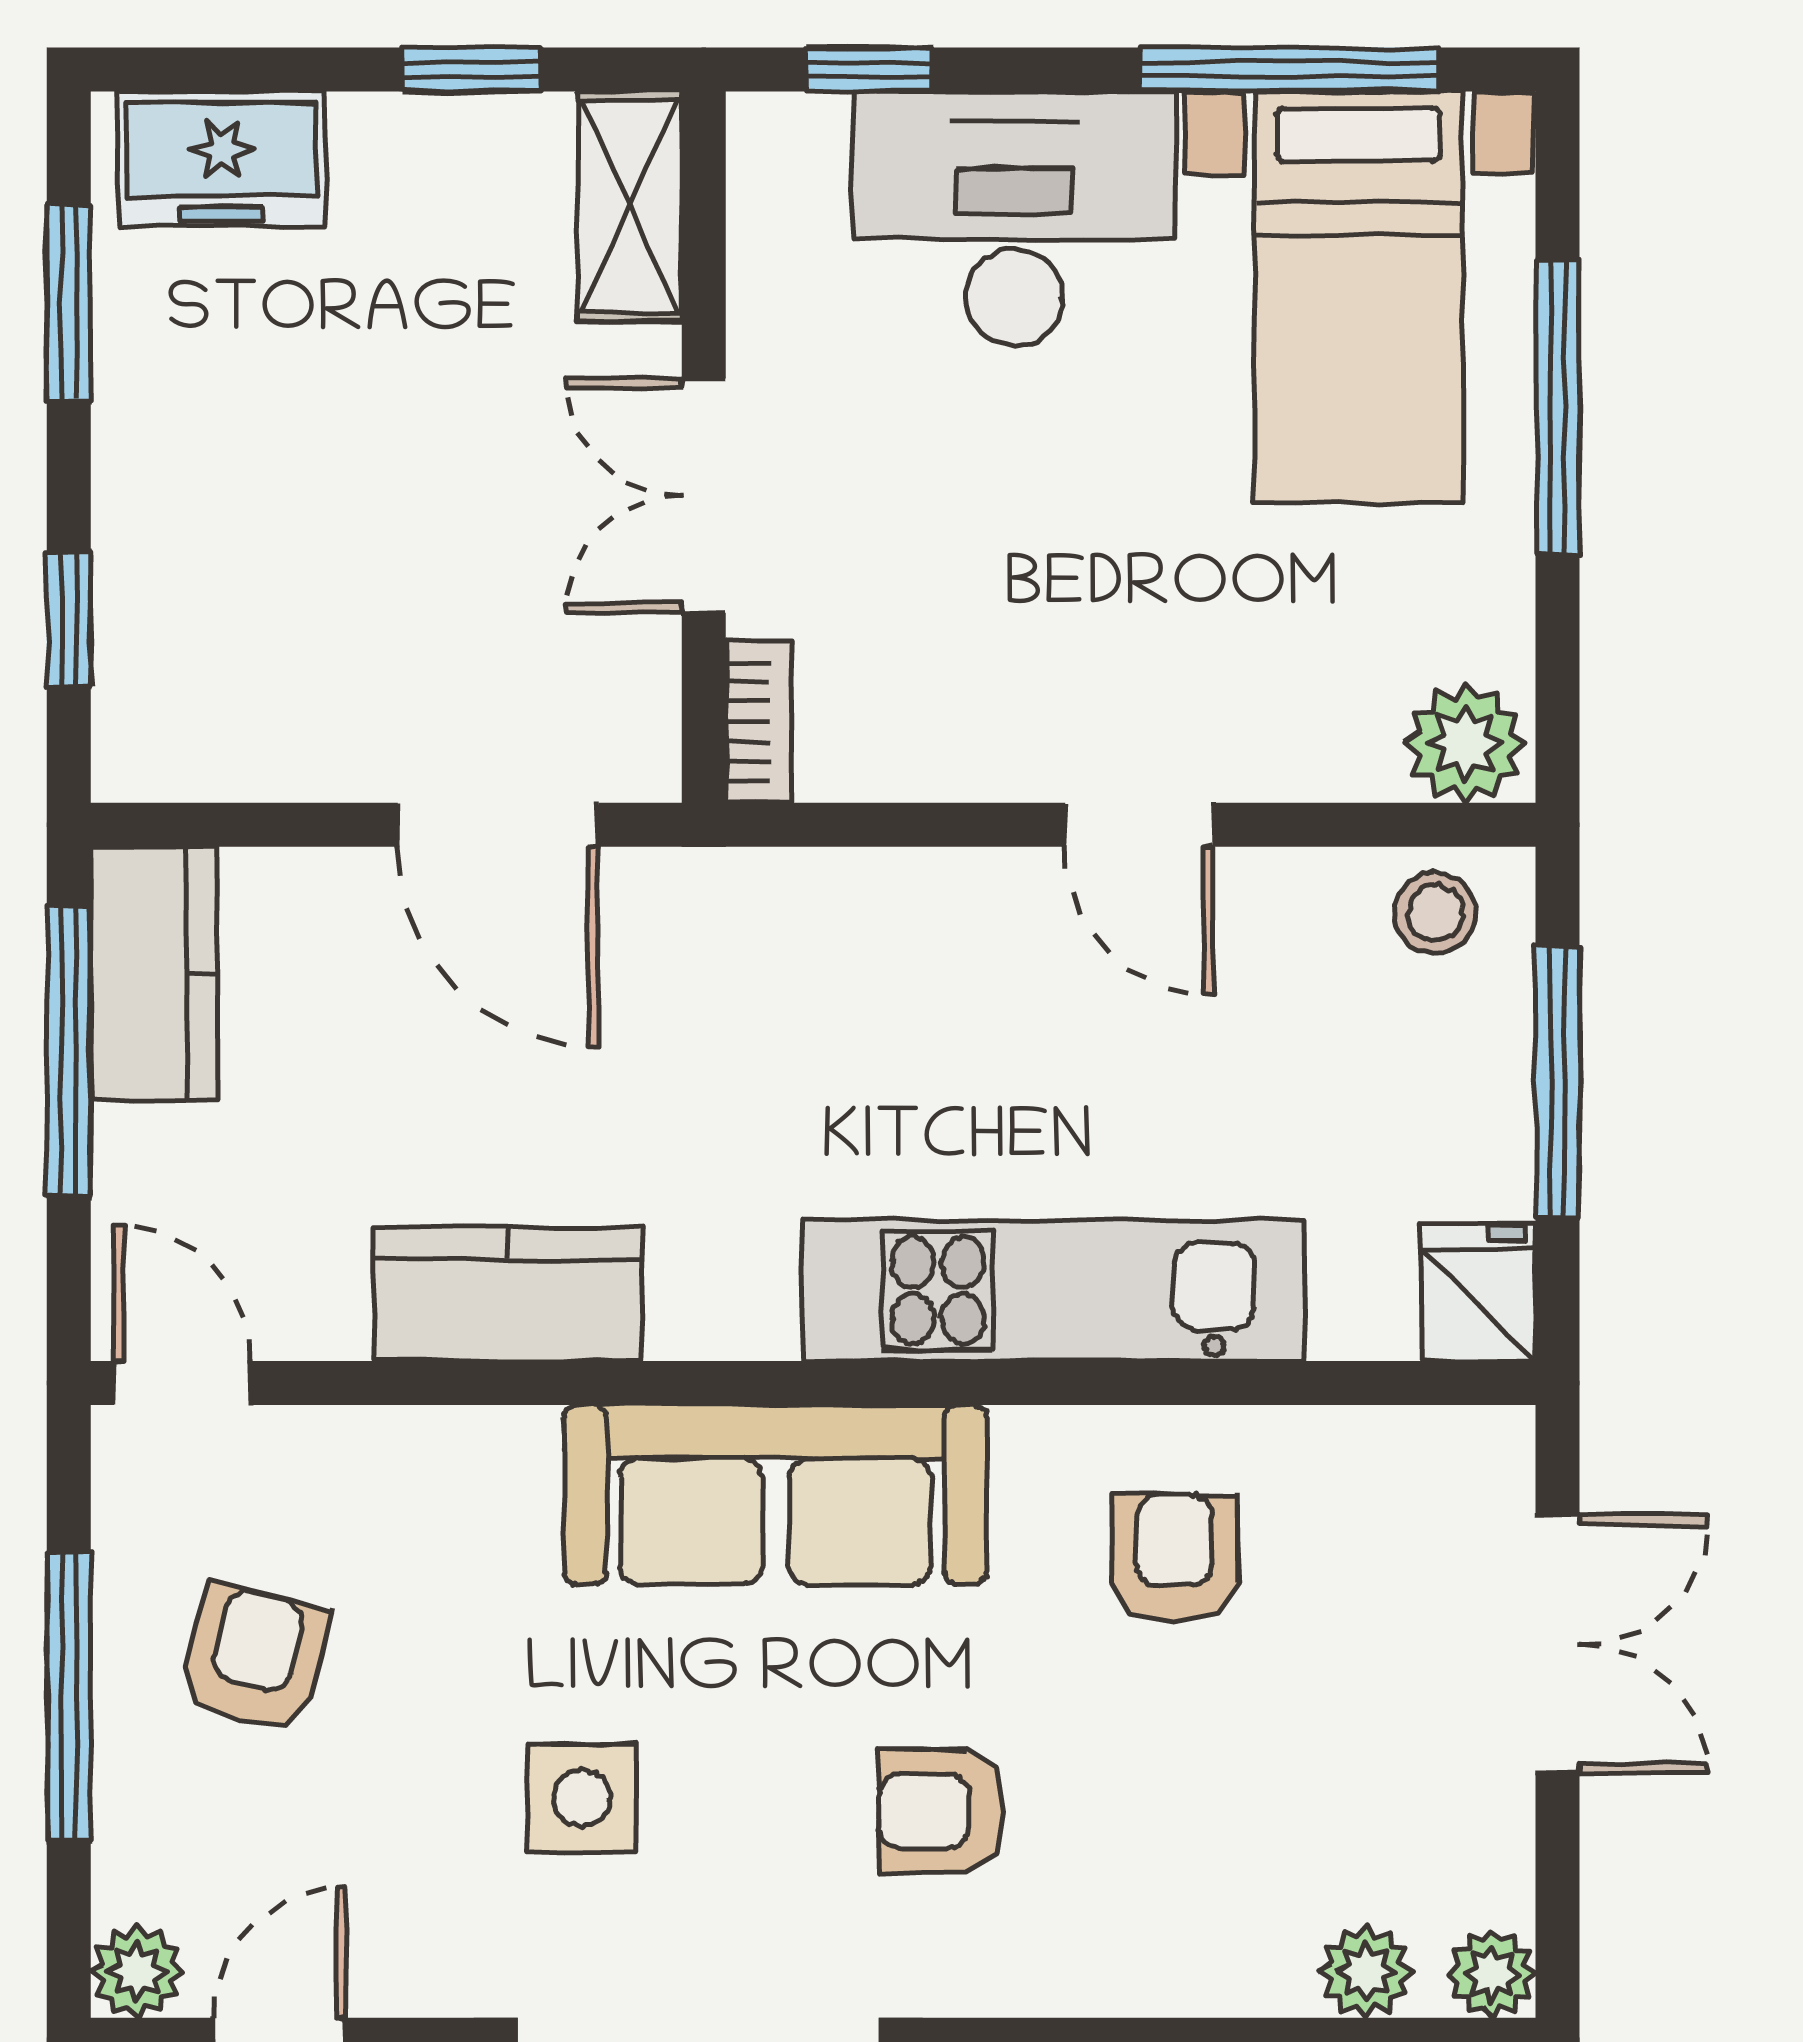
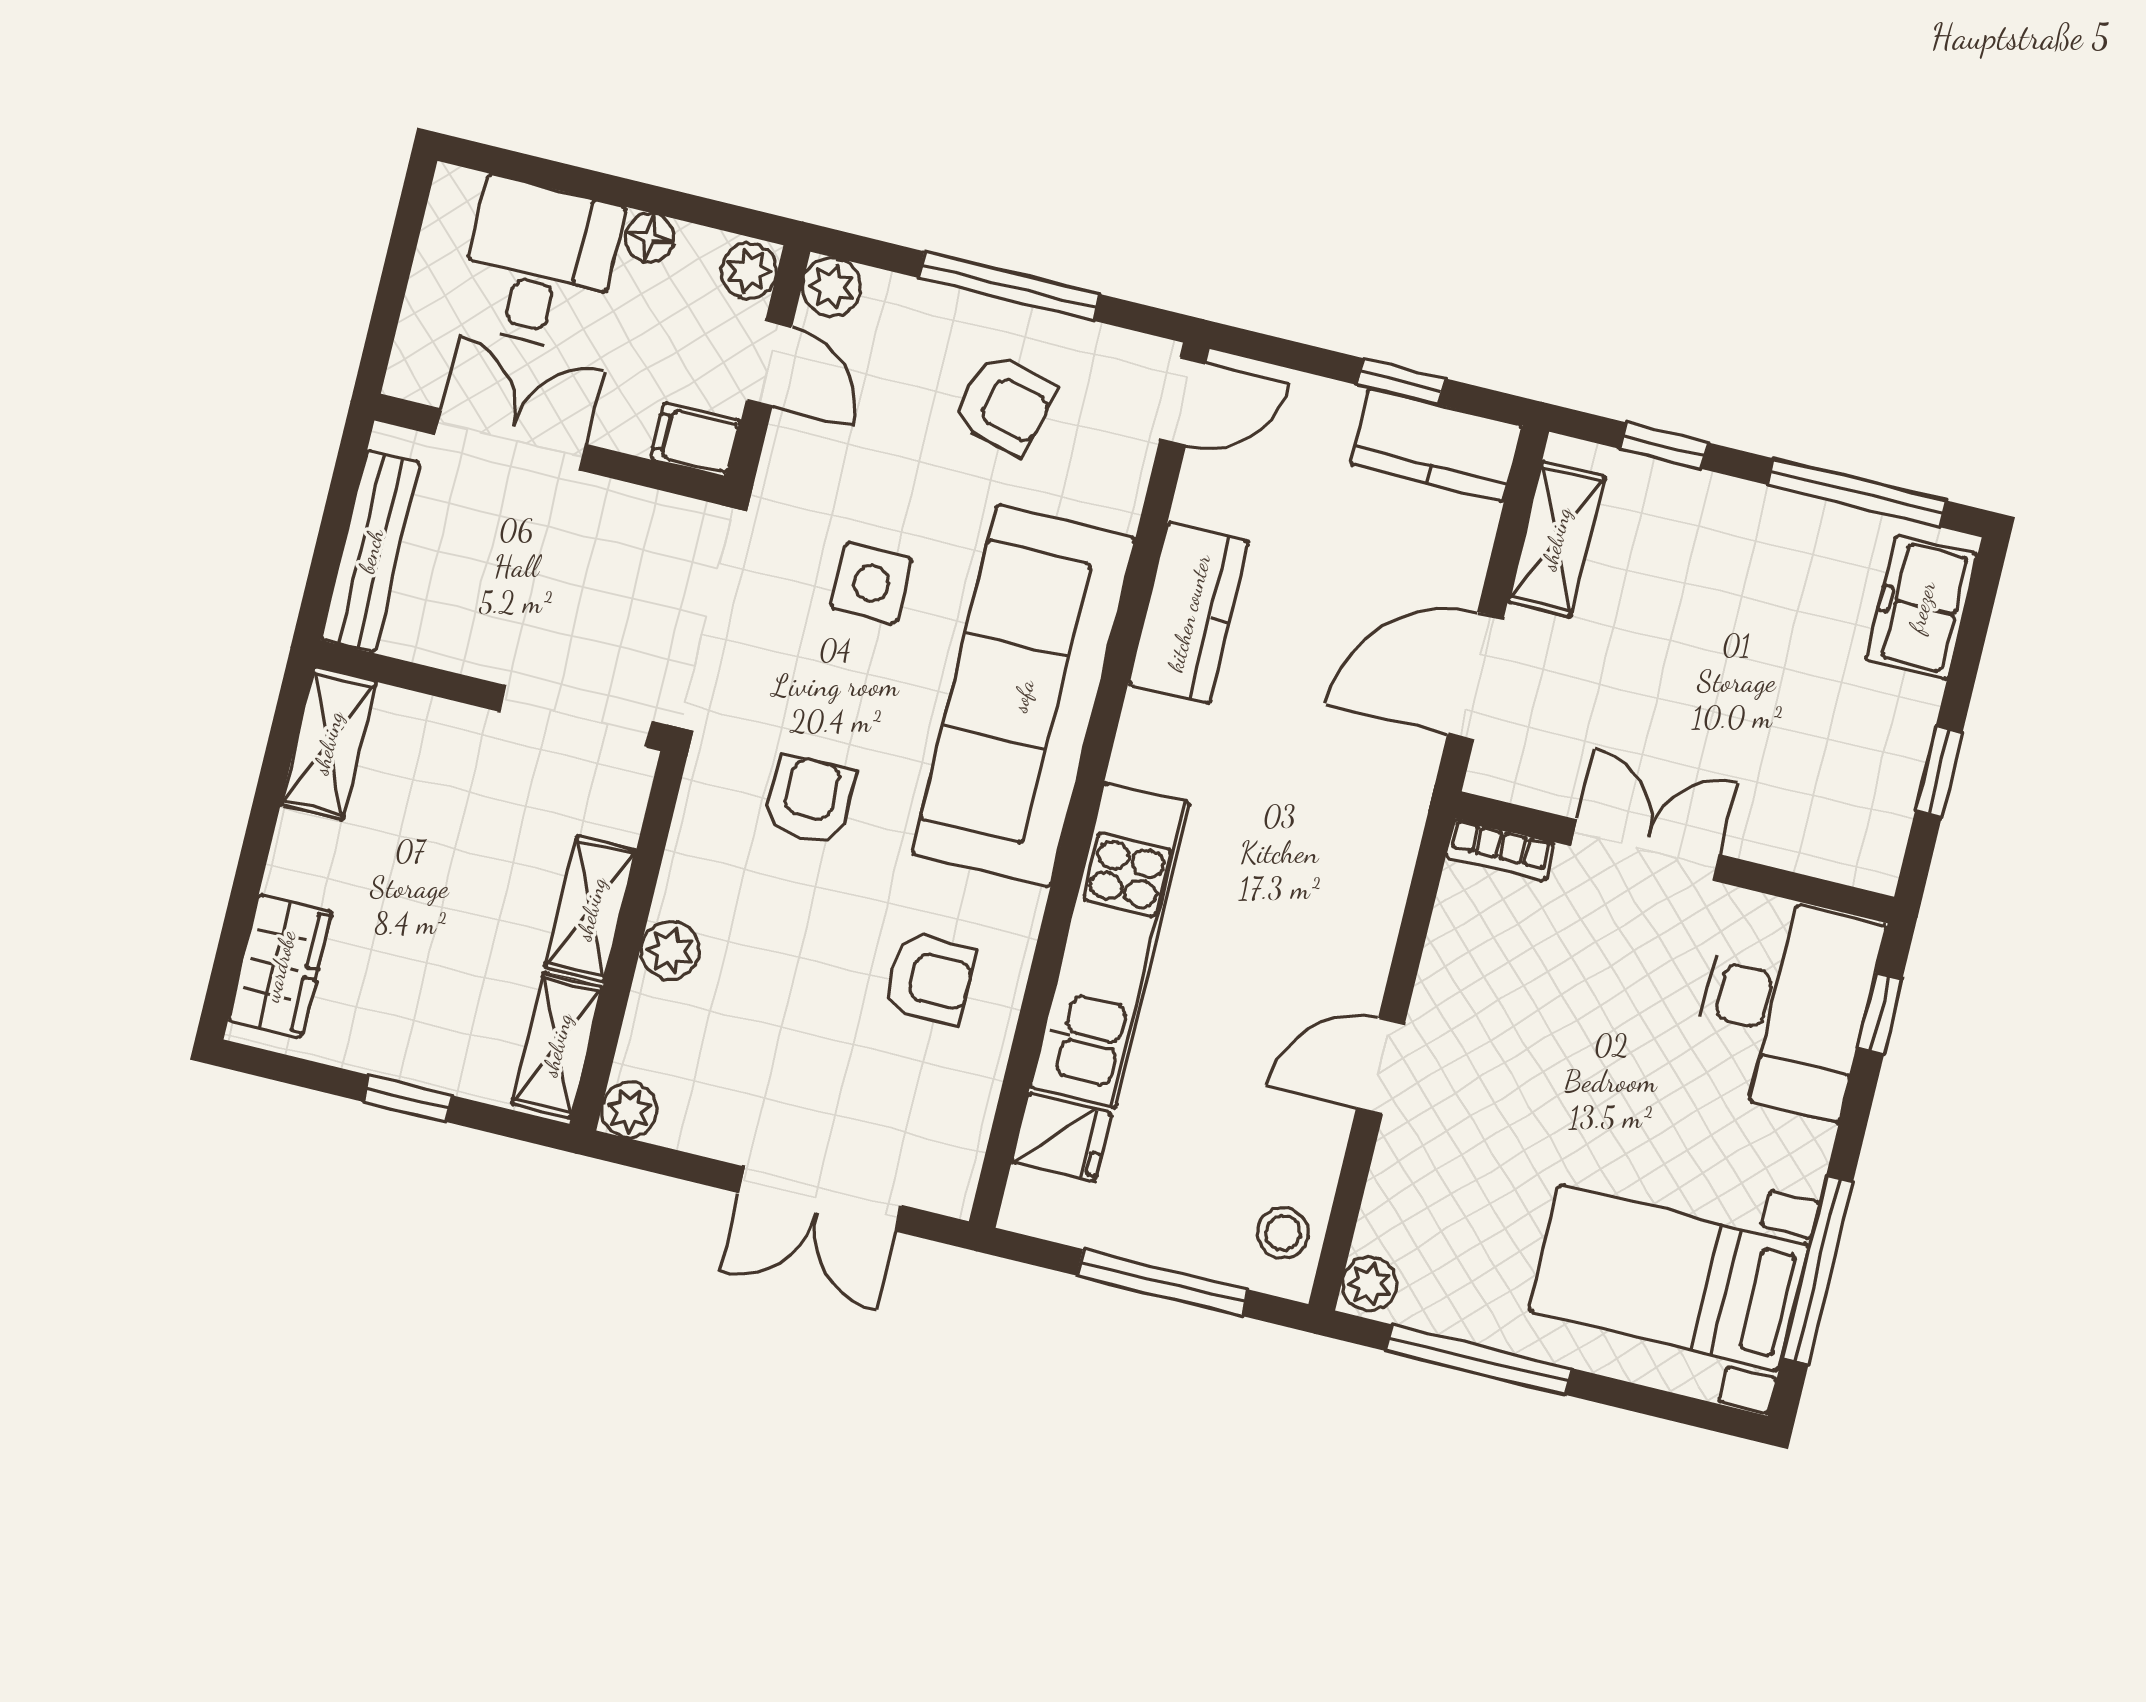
shelving: (630, 207) -> (1556, 539), moved, turned 90
desk: (1014, 219) -> (1786, 1006), moved
window: (69, 303) -> (1857, 493), width x1.44
window: (1558, 407) -> (1479, 1360), moved
plant: (1465, 743) -> (1369, 1284), width x0.73, depth x0.73
window: (69, 1051) -> (1402, 382), width x0.46
fridge: (1478, 1293) -> (1062, 1137), moved
sofa: (775, 1495) -> (1023, 696), width x1.36, depth x1.27
plant: (1366, 1972) -> (670, 950), moved

